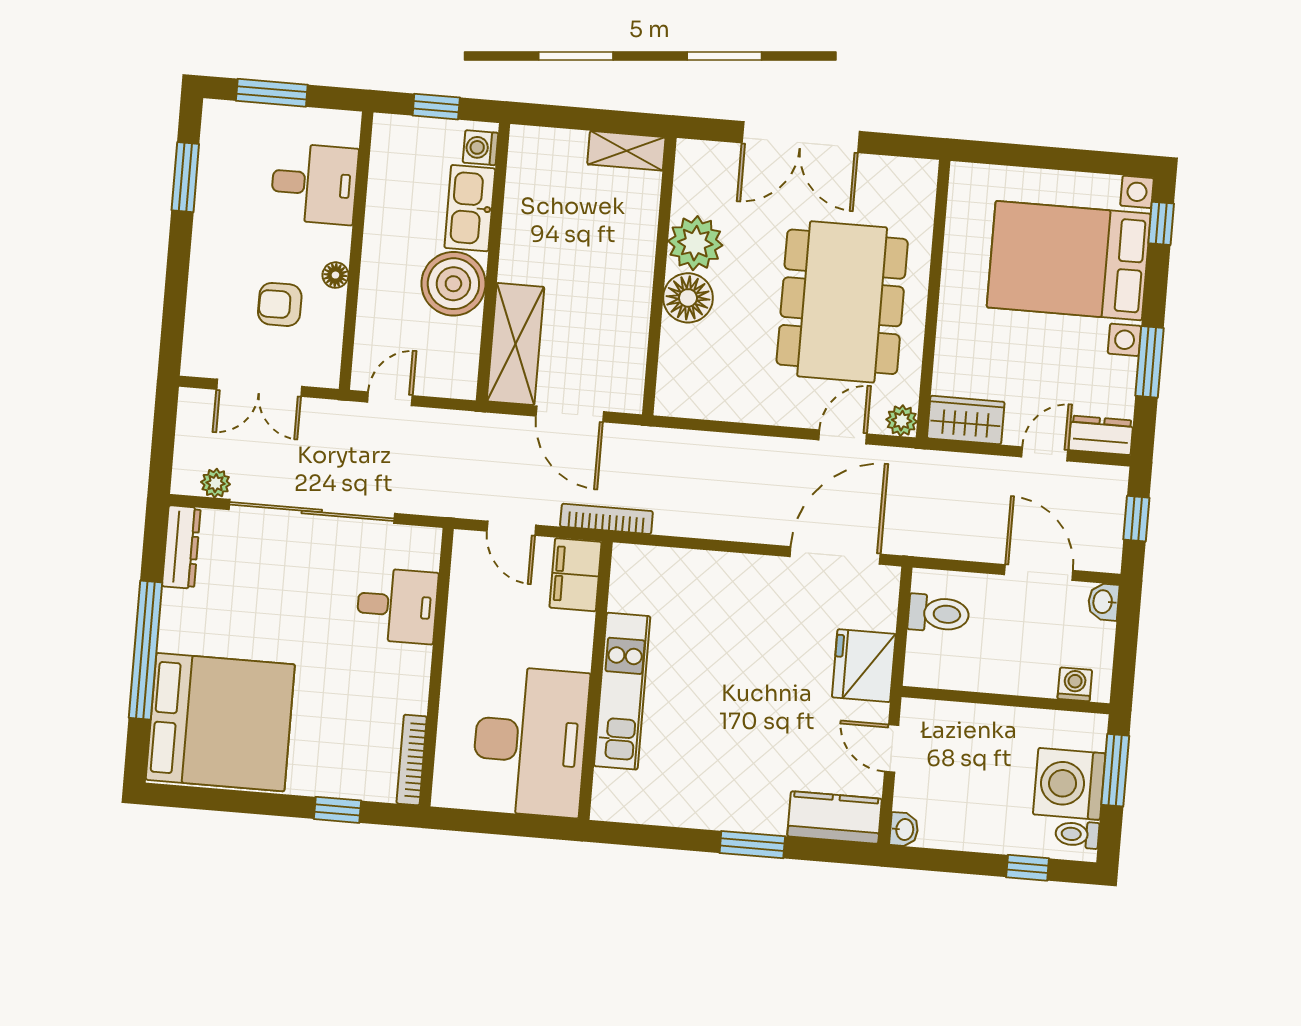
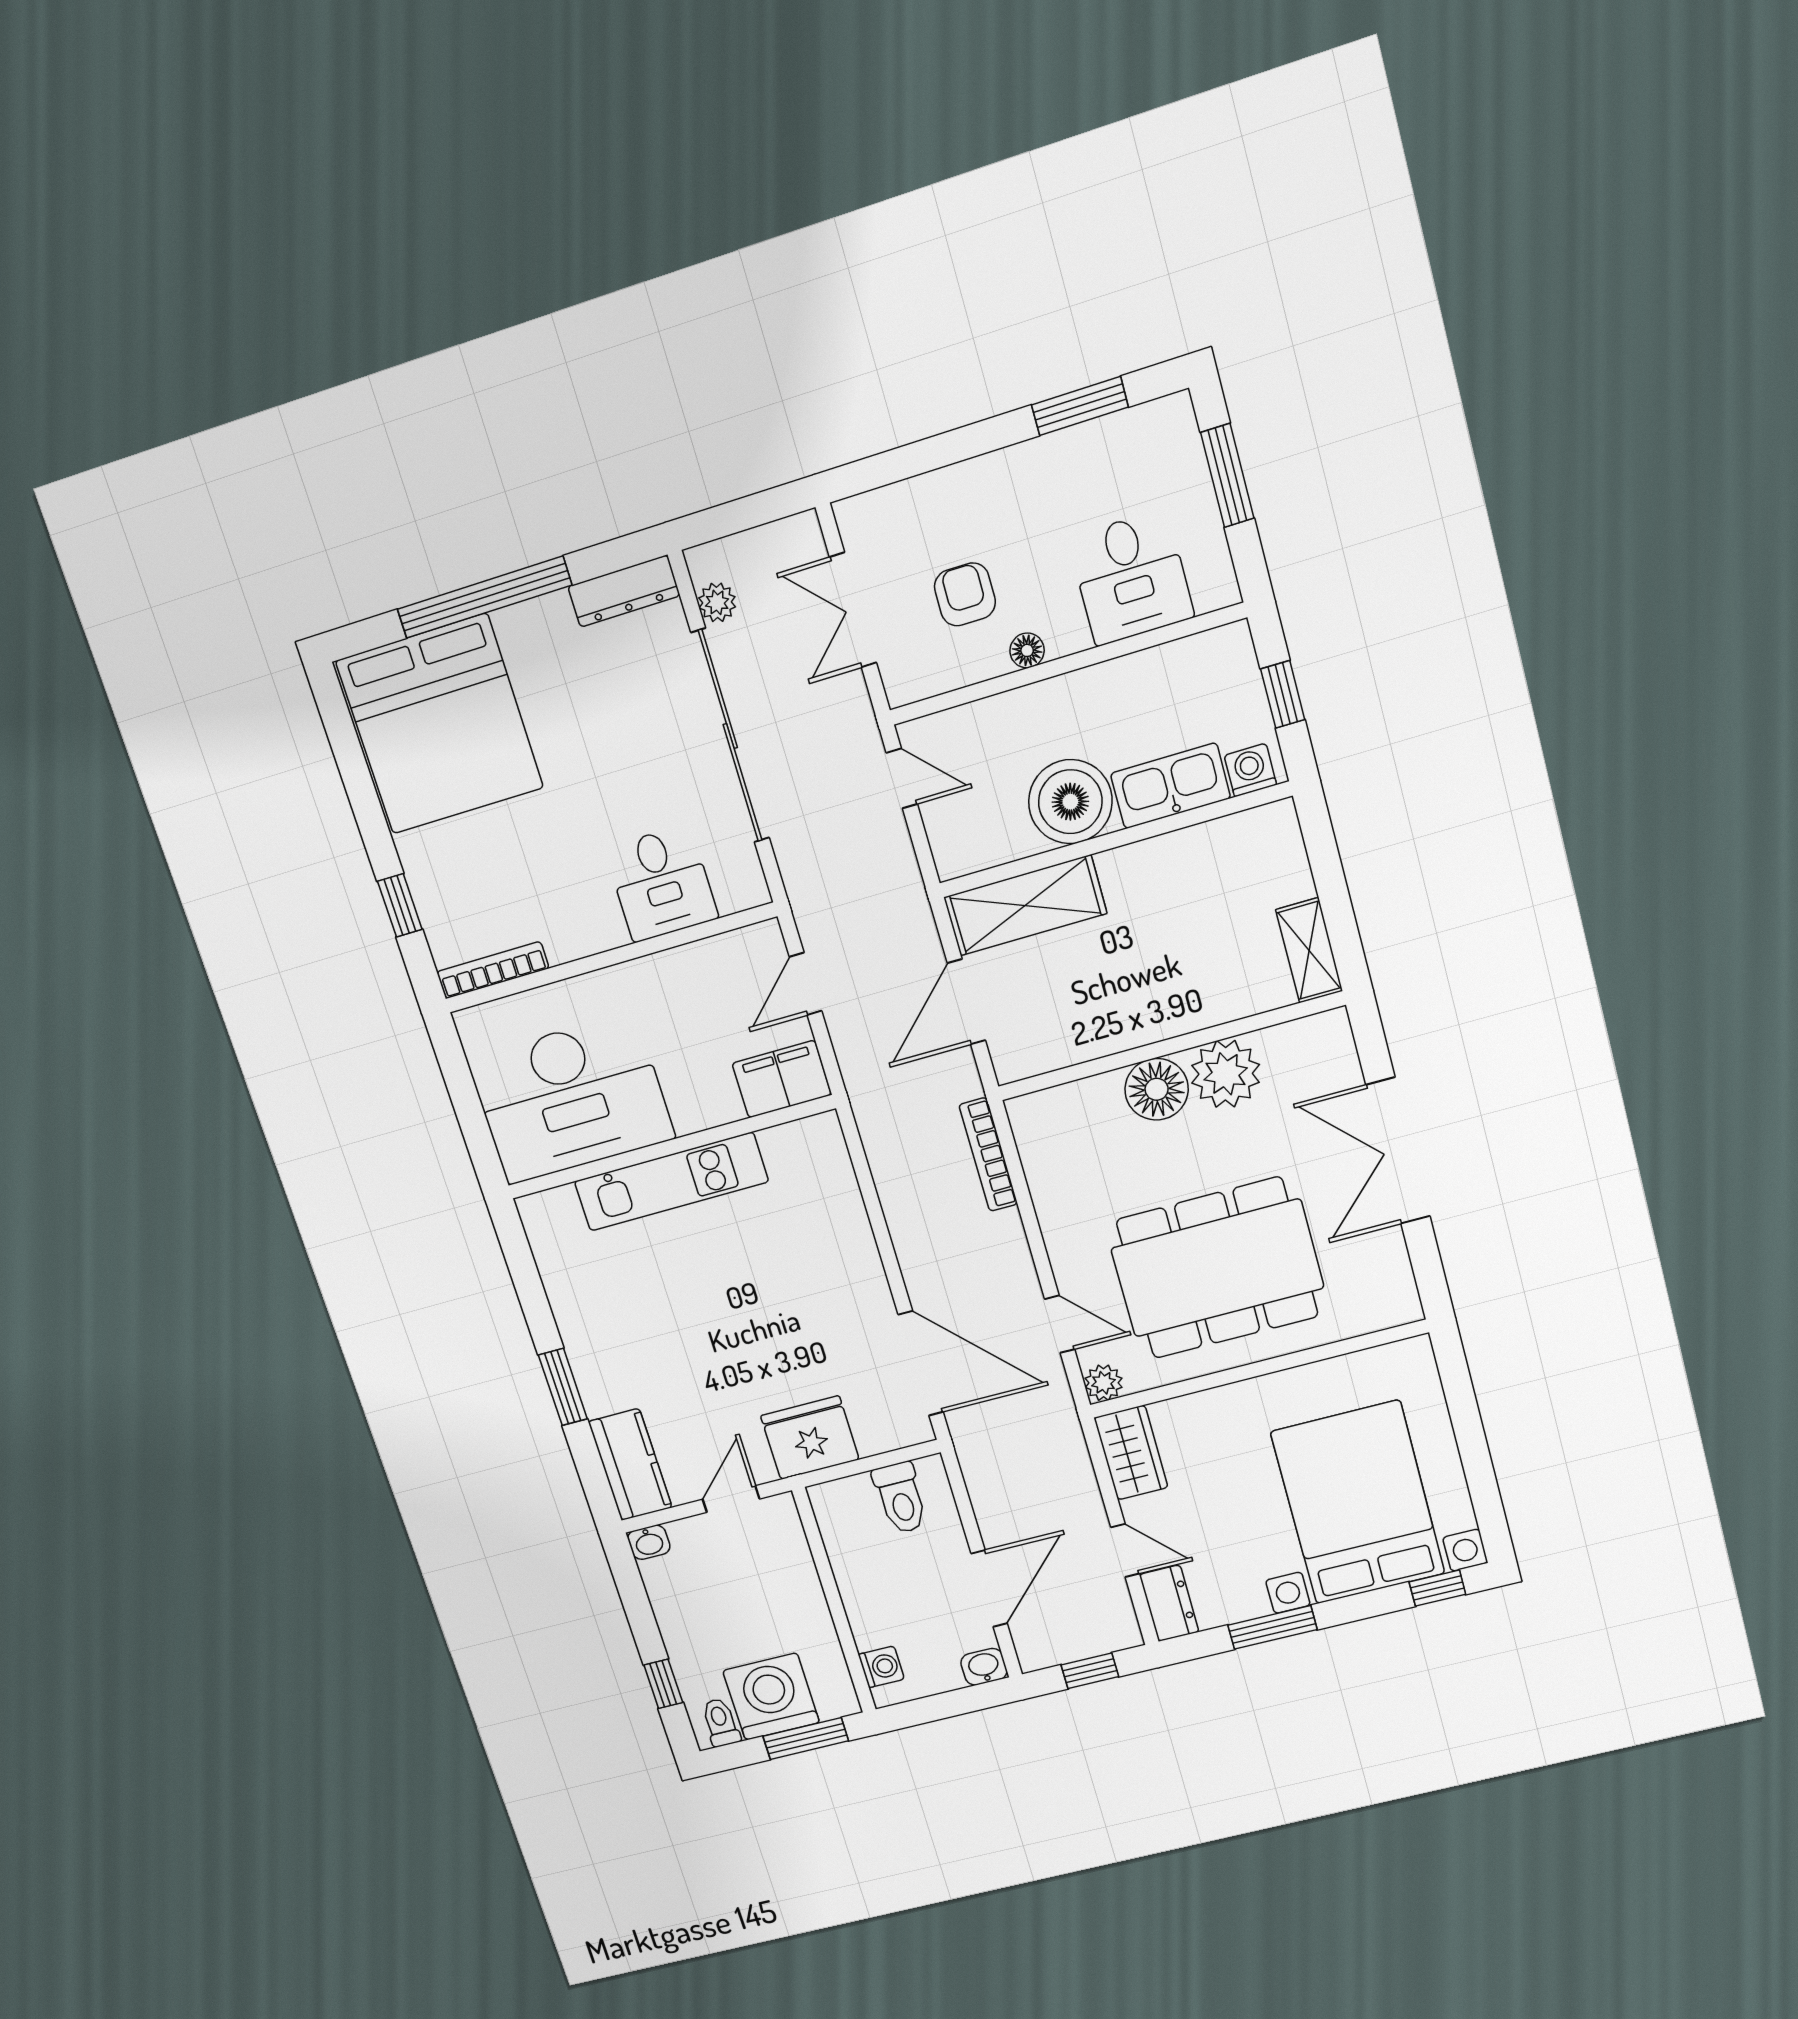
bookcase: (606, 519) -> (988, 1155), moved, turned 180

